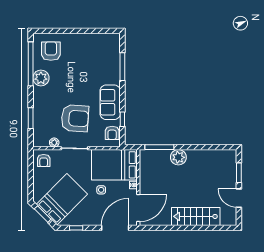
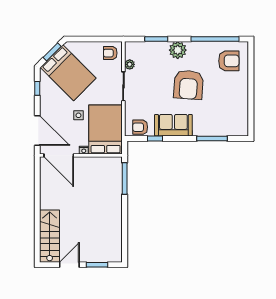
plant: (41, 78) -> (178, 50), moved
armchair: (75, 118) -> (188, 85), moved
plant: (178, 157) -> (114, 199), removed
stairs: (196, 216) -> (50, 236), moved

